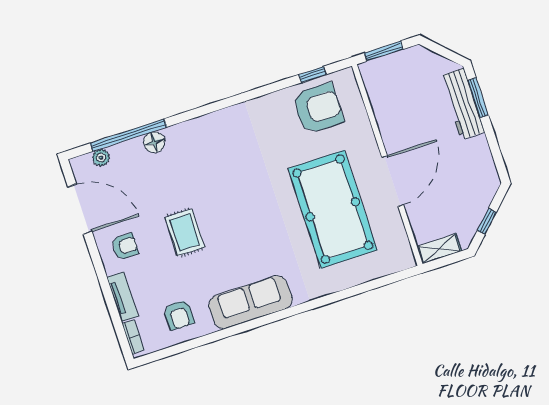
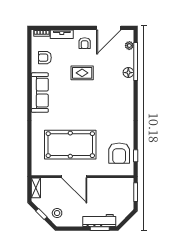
stool: (475, 191) -> (57, 213), added

